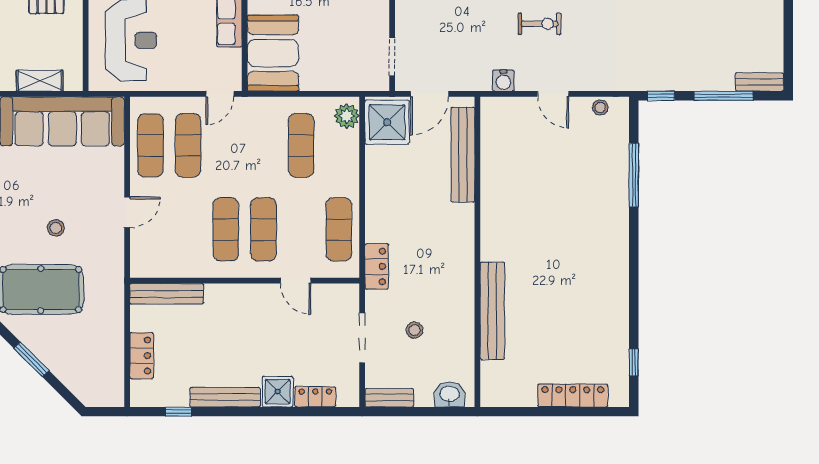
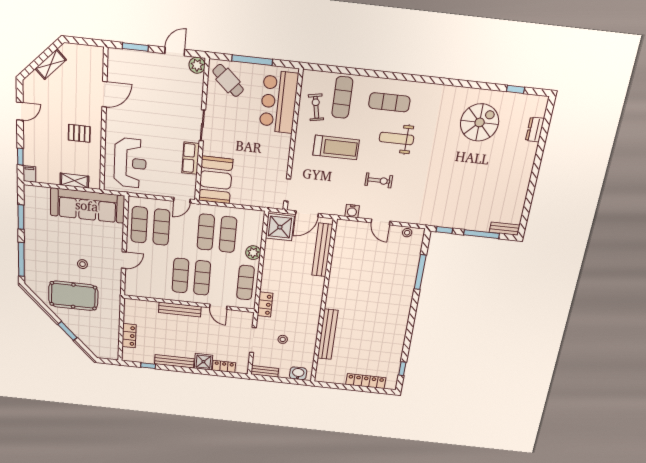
plant: (347, 116) -> (253, 253), moved
exercise mat: (263, 145) -> (206, 232), added
bench: (167, 294) -> (180, 310), moved

